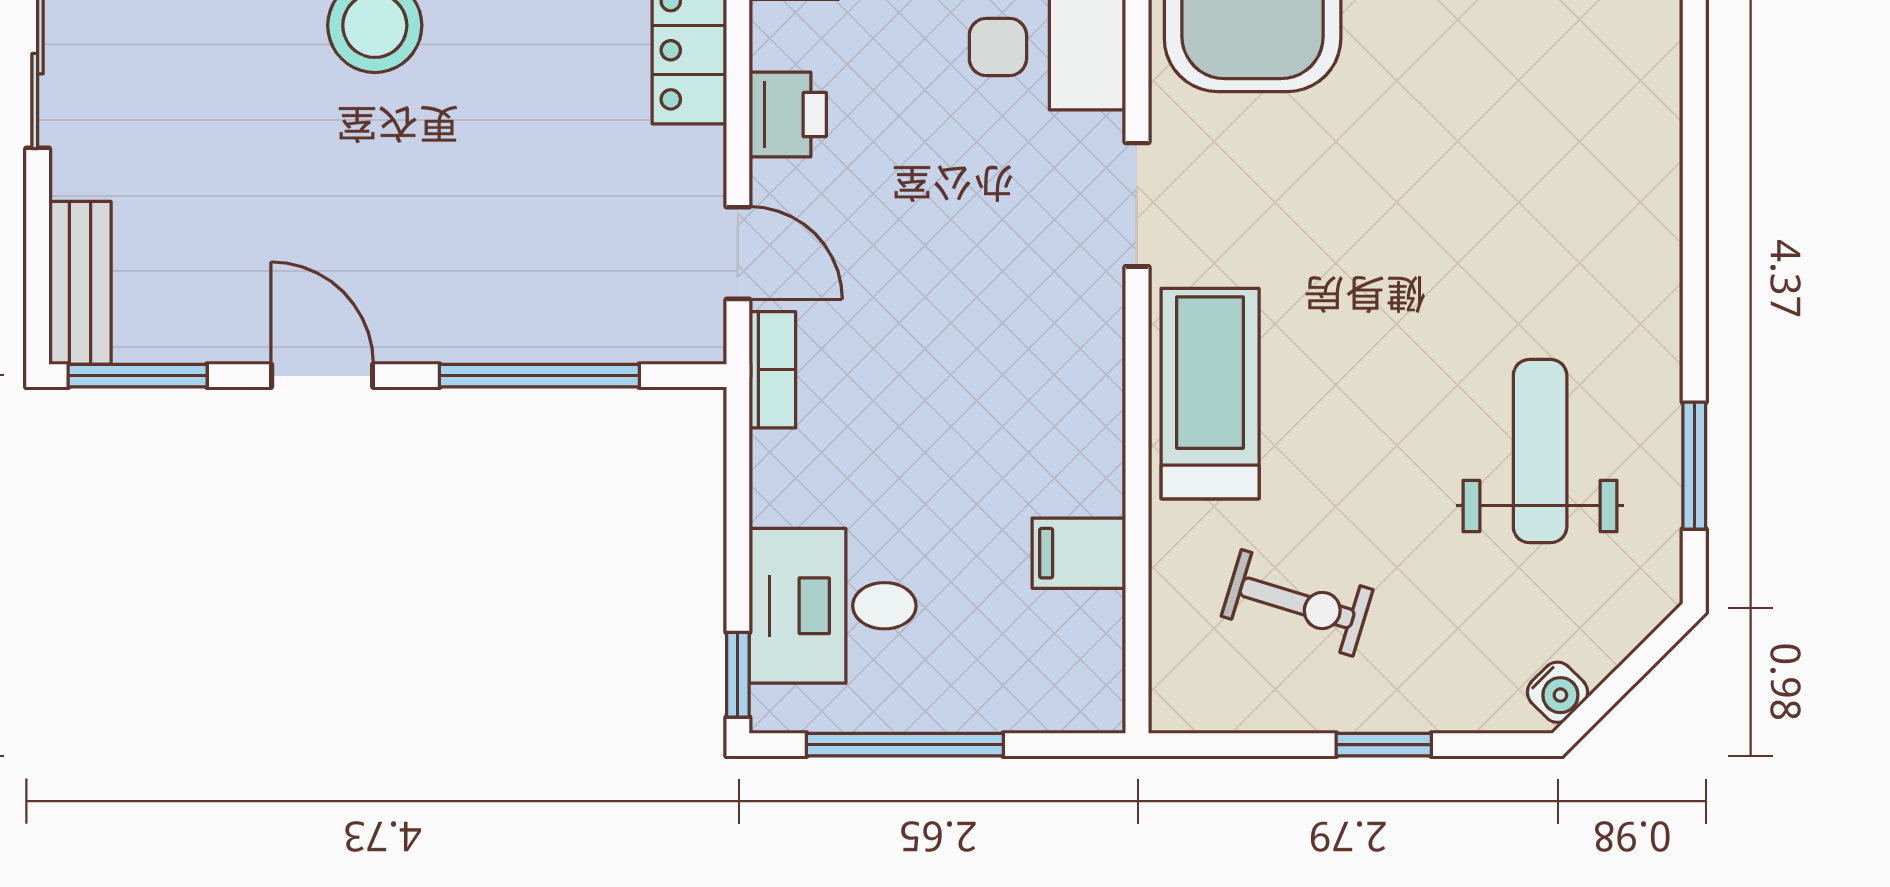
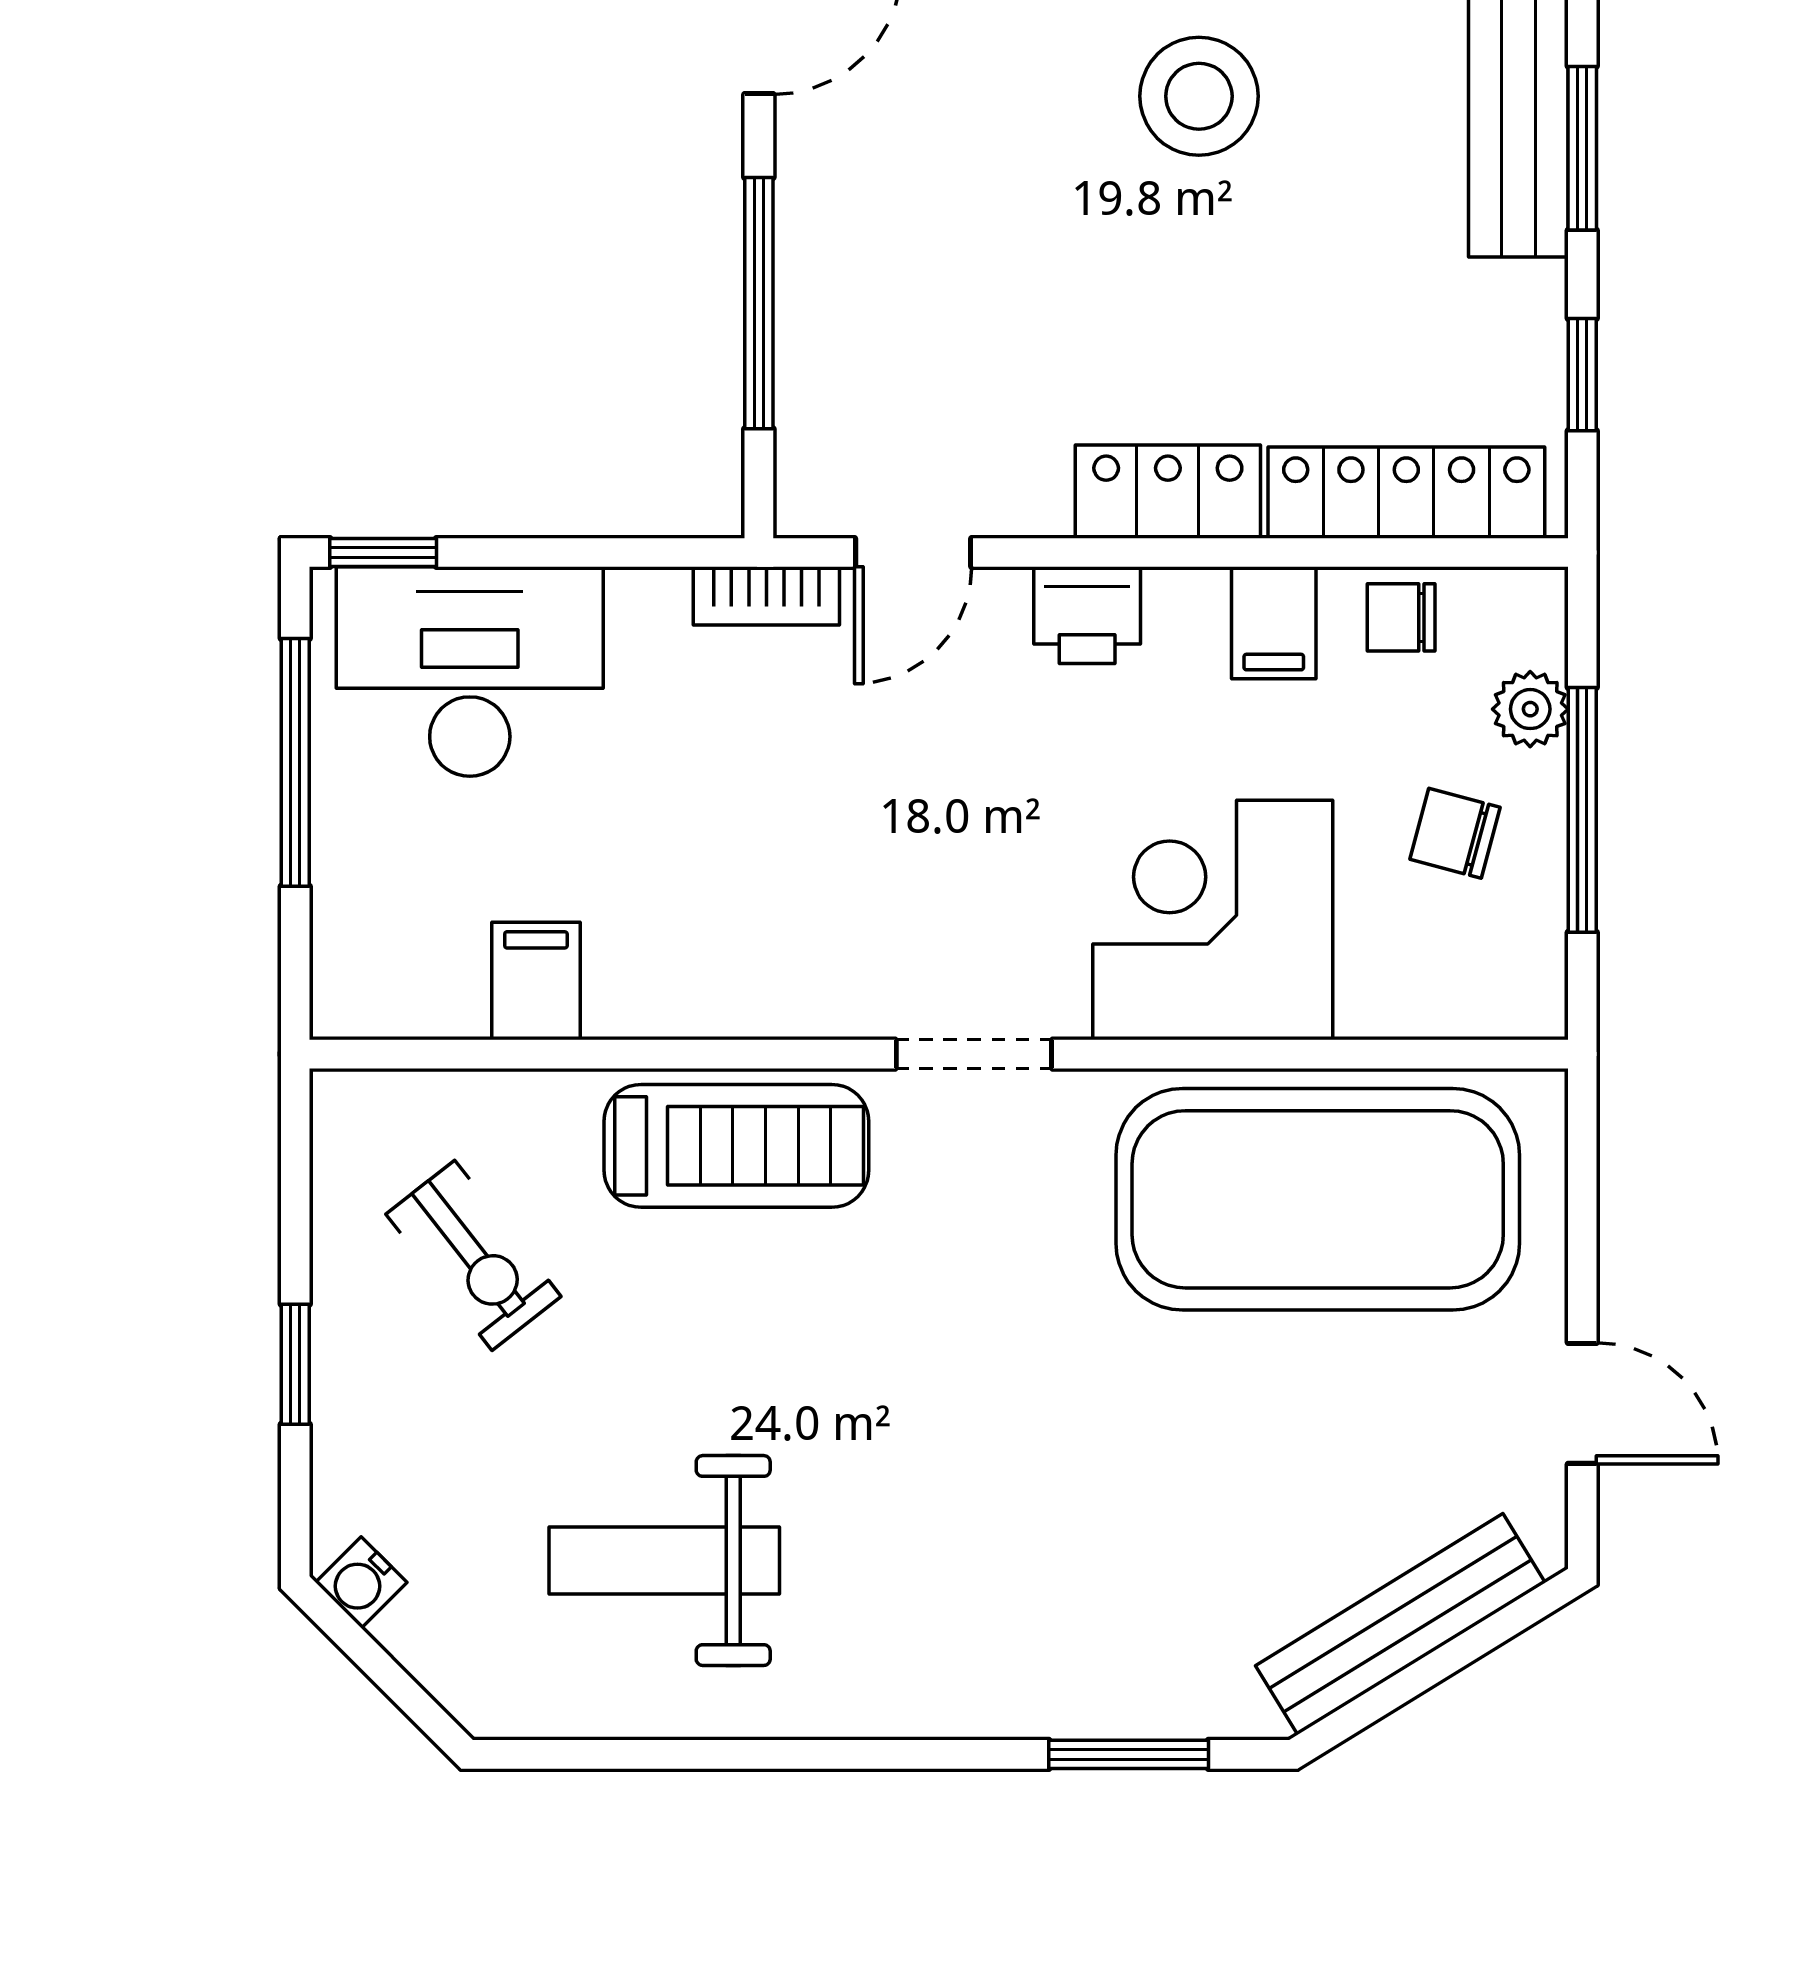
weight bench: (1540, 451) -> (664, 1561), turned 180
window: (1694, 466) -> (1129, 1754), moved
exercise bike: (1297, 603) -> (473, 1255), turned -55
desk: (833, 606) -> (470, 672), width x1.37

